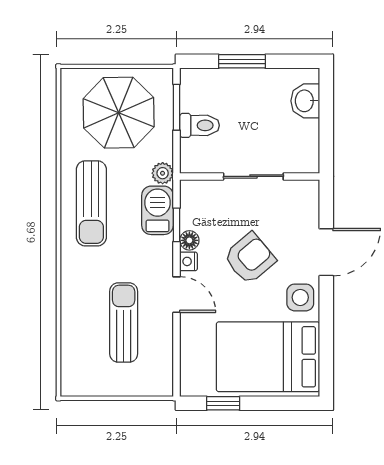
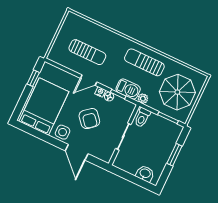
toilet: (200, 125) -> (142, 118), moved

